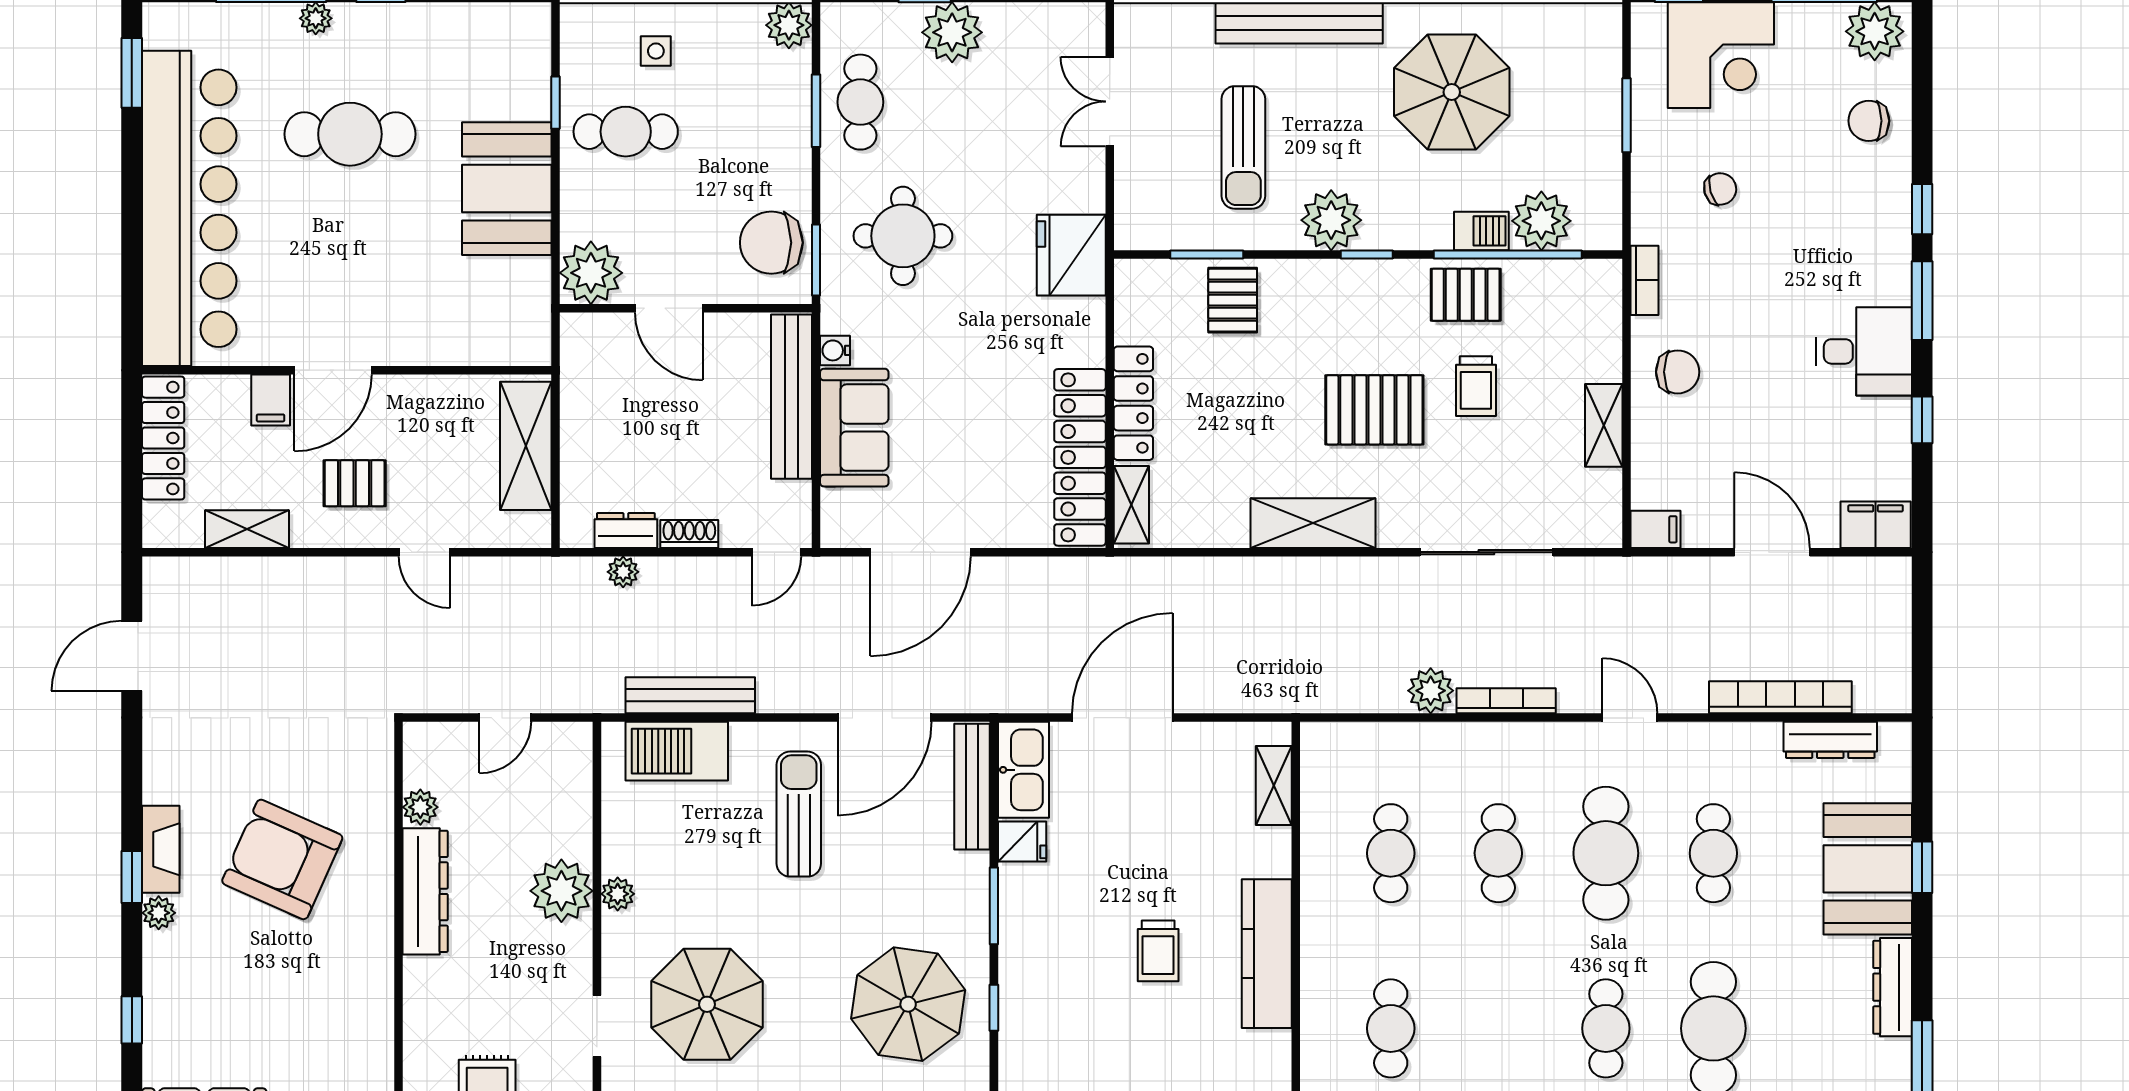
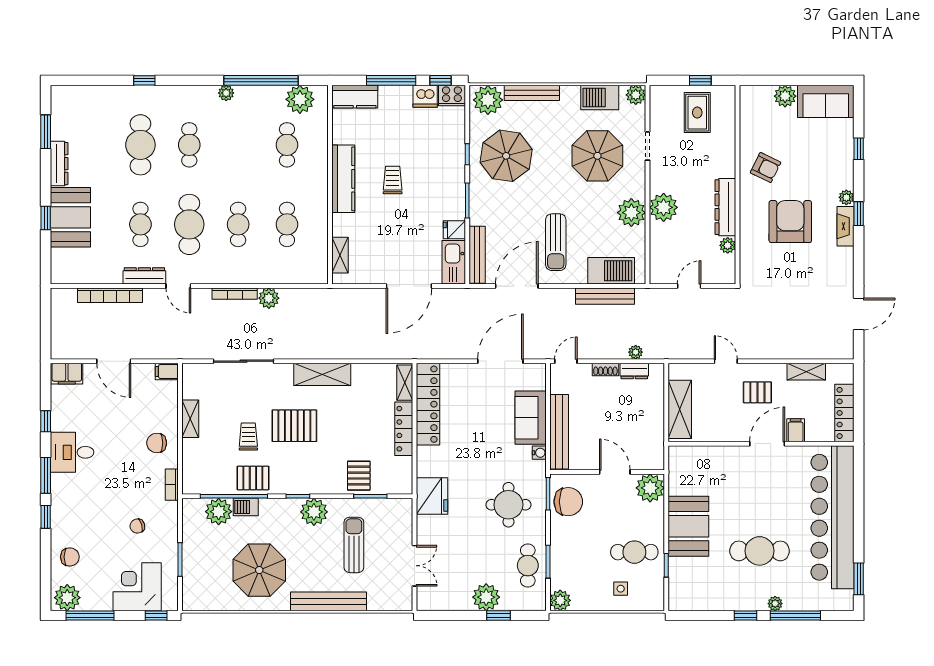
dresser: (1830, 740) -> (144, 276), moved
armchair: (282, 859) -> (790, 222), turned -114
plant: (618, 894) -> (631, 213), width x1.87, depth x1.87
armchair: (337, 979) -> (766, 168), added

